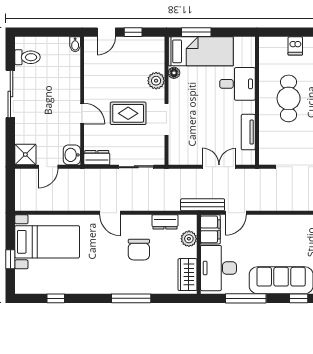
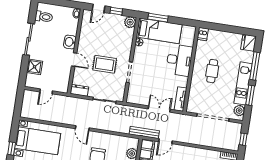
dishwasher: (295, 46) -> (203, 34), moved
plant: (156, 81) -> (130, 22), moved
desk: (237, 84) -> (179, 60), width x1.37
cafe table: (289, 98) -> (212, 71), width x0.73, depth x0.74
tv unit: (248, 132) -> (181, 99), moved
shower: (25, 154) -> (35, 67), moved
washbasin: (72, 155) -> (70, 42), moved
dresser: (165, 222) -> (118, 140), removed

